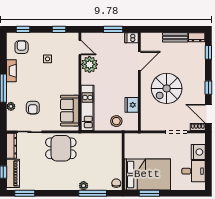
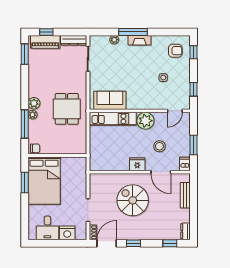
bench: (175, 37) -> (185, 195), moved
plant: (89, 64) -> (145, 121), moved
fireplace: (11, 71) -> (139, 40), moved
fridge: (132, 105) -> (137, 164), moved
armchair: (33, 108) -> (113, 62), removed
stool: (116, 121) -> (159, 146), moved
dining table: (61, 148) -> (67, 109), moved
plant: (73, 184) -> (34, 103), added

